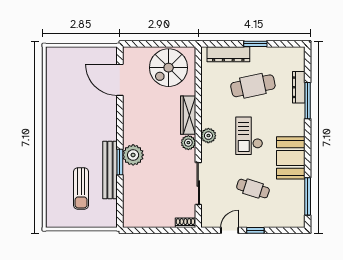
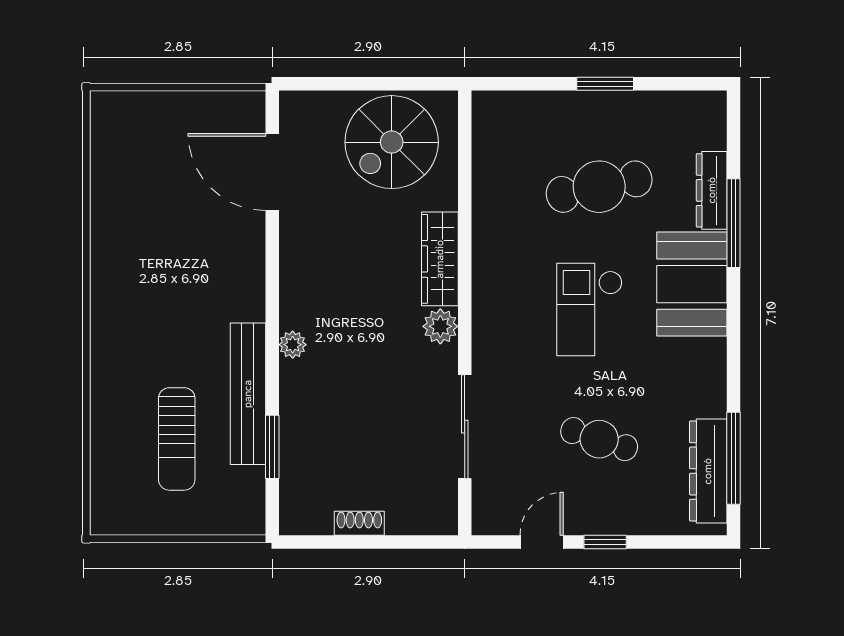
dresser: (228, 54) -> (708, 471), moved, turned 90
plant: (208, 136) -> (490, 309), removed
plant: (133, 155) -> (293, 345), width x0.53, depth x0.53
booth: (291, 158) -> (692, 284), moved
window: (120, 162) -> (272, 447), moved
shoe rack: (185, 223) -> (359, 523), moved

